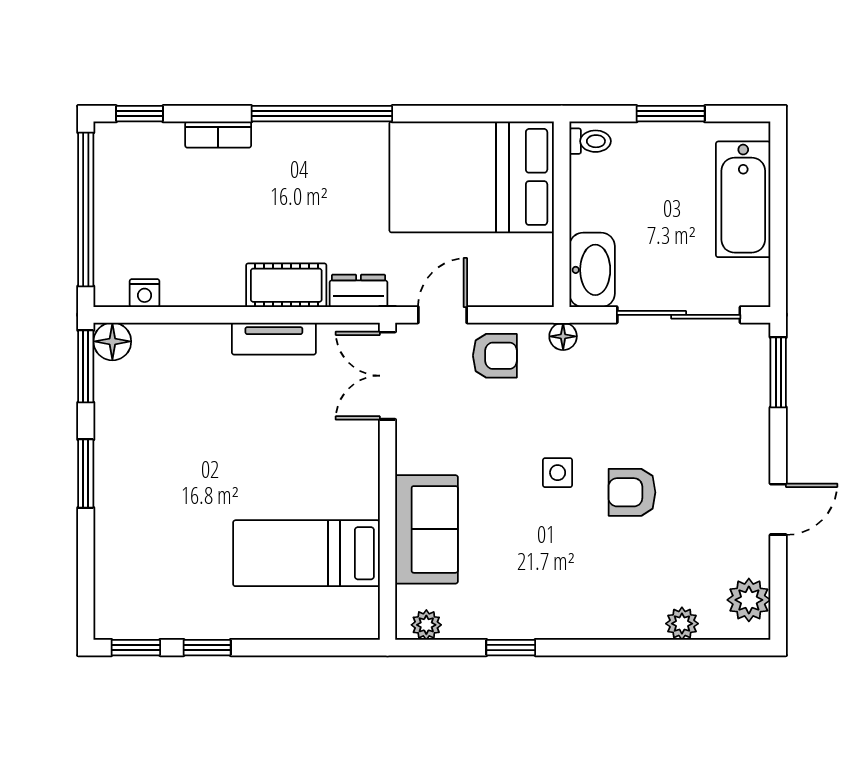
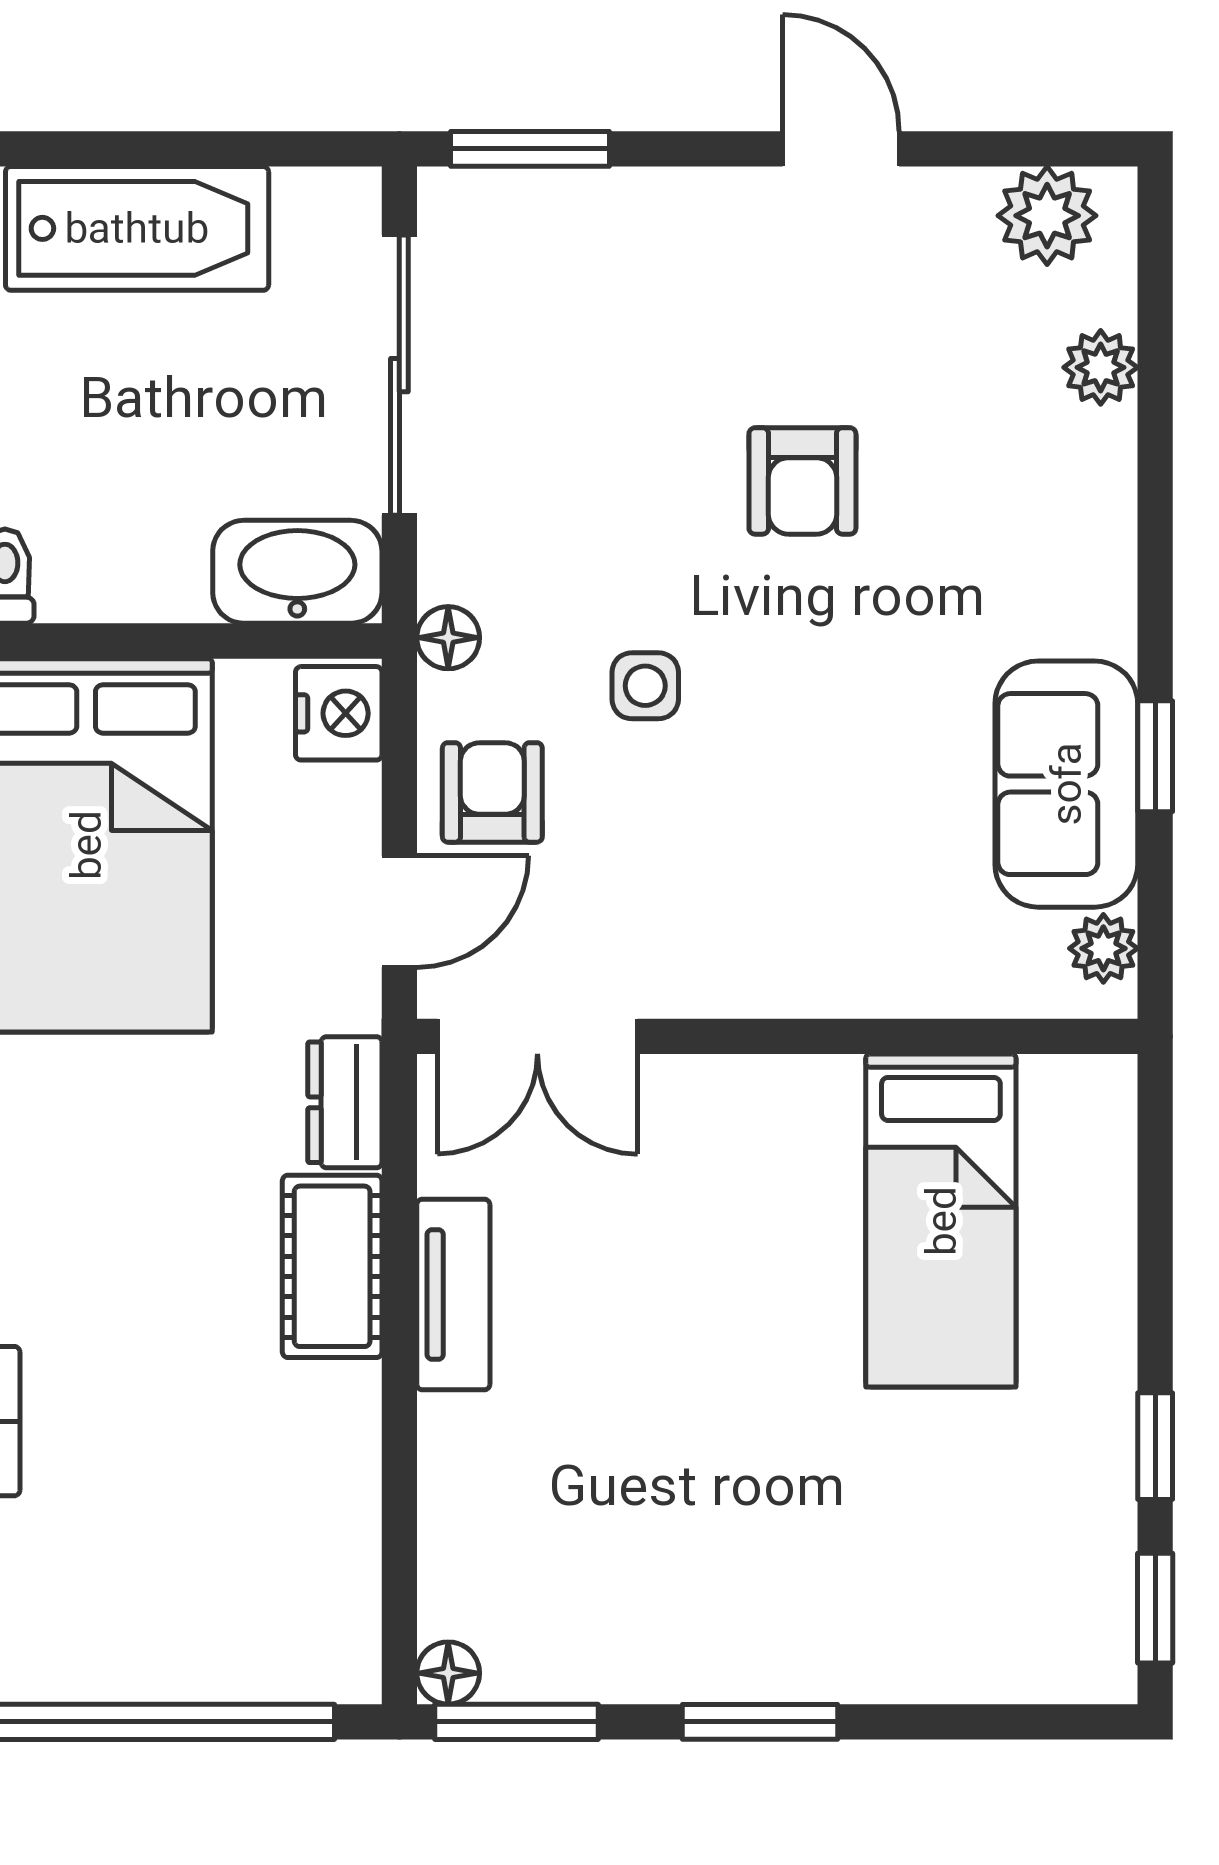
nightstand: (145, 293) -> (339, 713), moved, width x1.39, depth x1.35
door: (442, 315) -> (399, 911), swing flipped
floor lamp: (112, 341) -> (448, 1673), width x0.73, depth x0.73
side table: (558, 473) -> (645, 686), moved
sofa: (427, 529) -> (1066, 784), moved, turned -90

